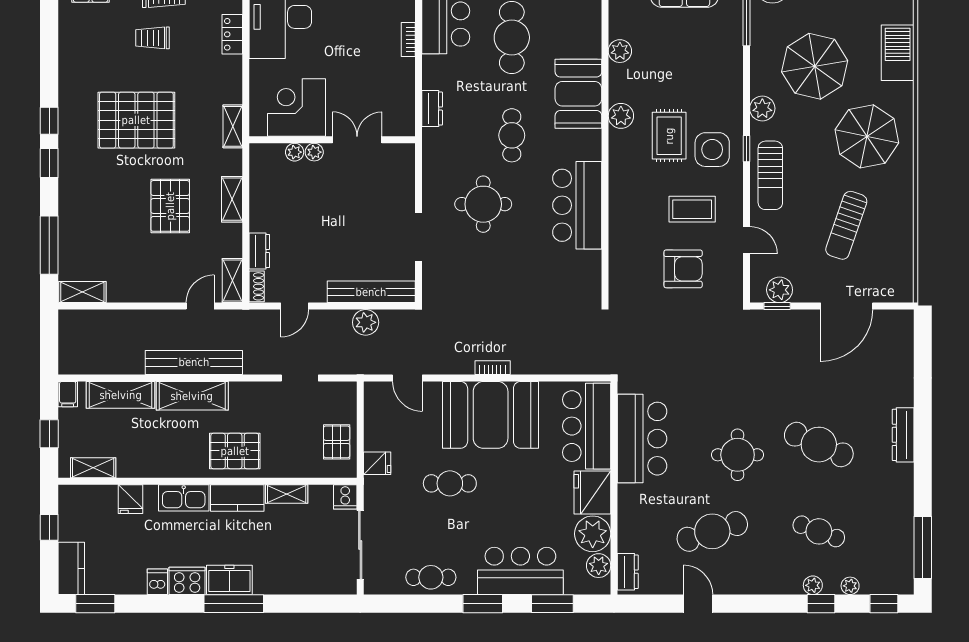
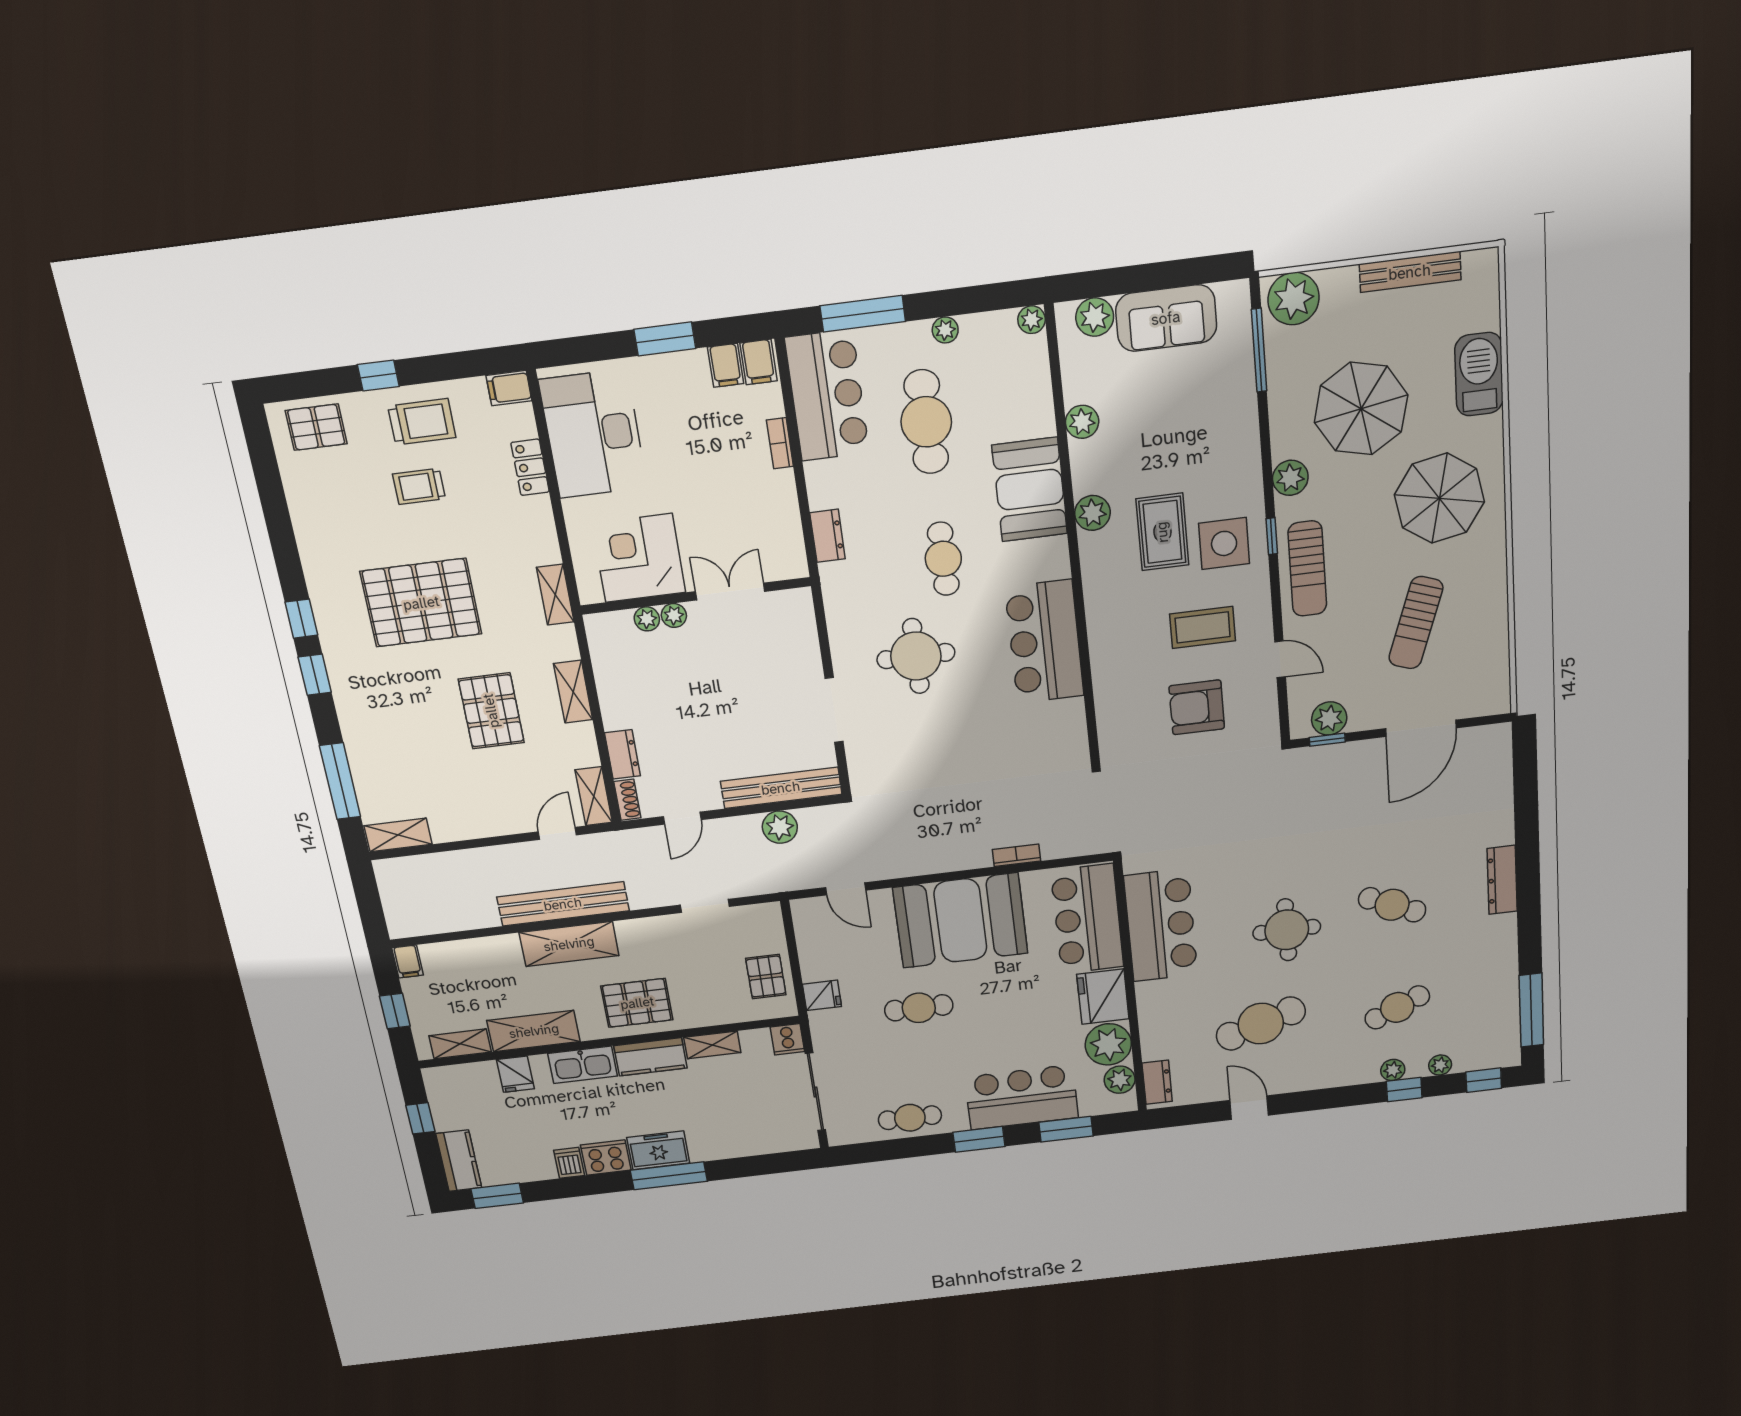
armchair: (683, 269) -> (1197, 707), turned 180
bookcase: (493, 368) -> (1017, 855), moved
shelving: (121, 395) -> (534, 1031), moved
cafe table: (819, 445) -> (1392, 905), width x0.73, depth x0.74
cafe table: (819, 531) -> (1397, 1007), turned -45

